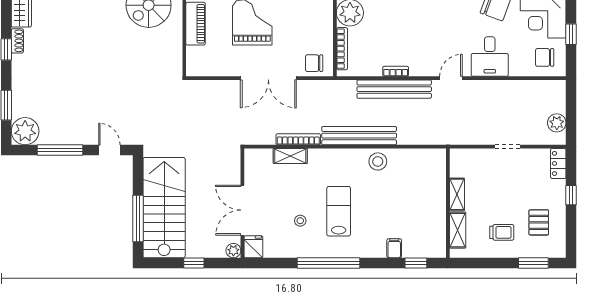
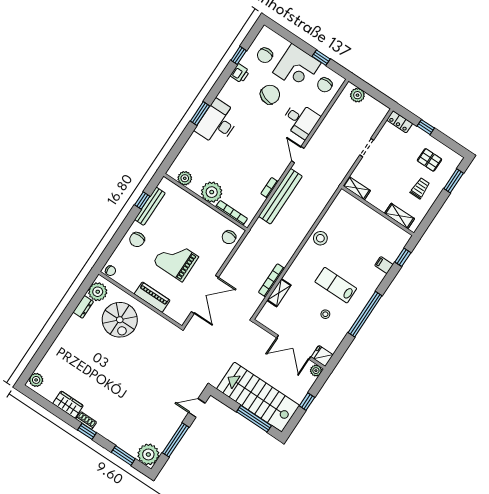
double door: (268, 78) -> (205, 295), moved
plant: (557, 123) -> (357, 95), moved
bench: (359, 136) -> (296, 239), removed
shelving: (457, 194) -> (357, 188), moved

